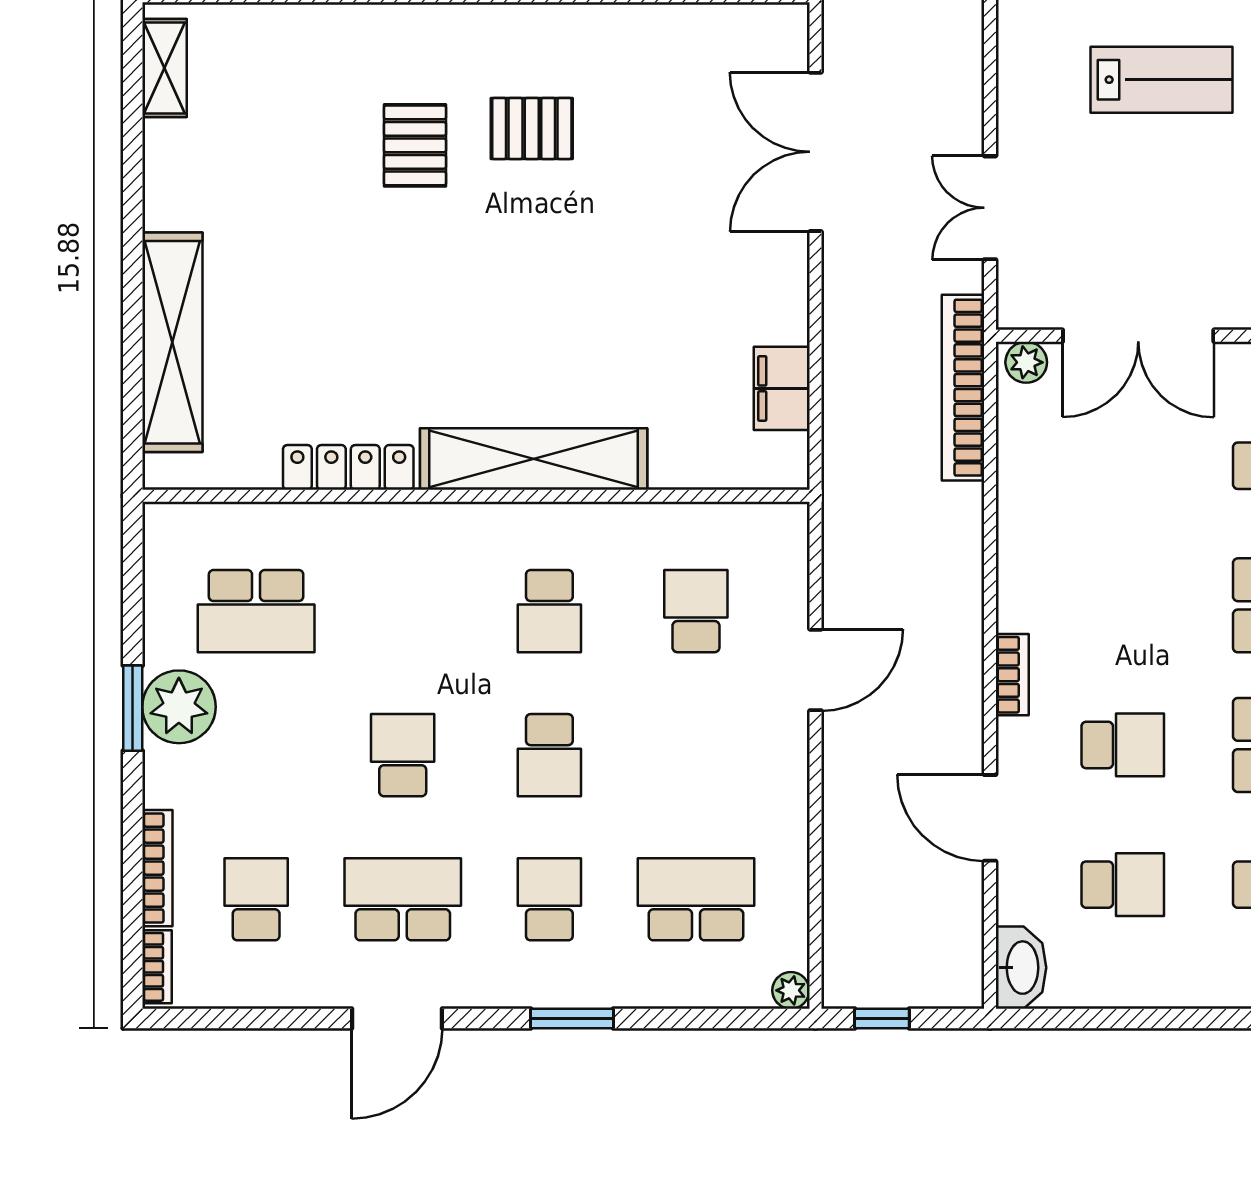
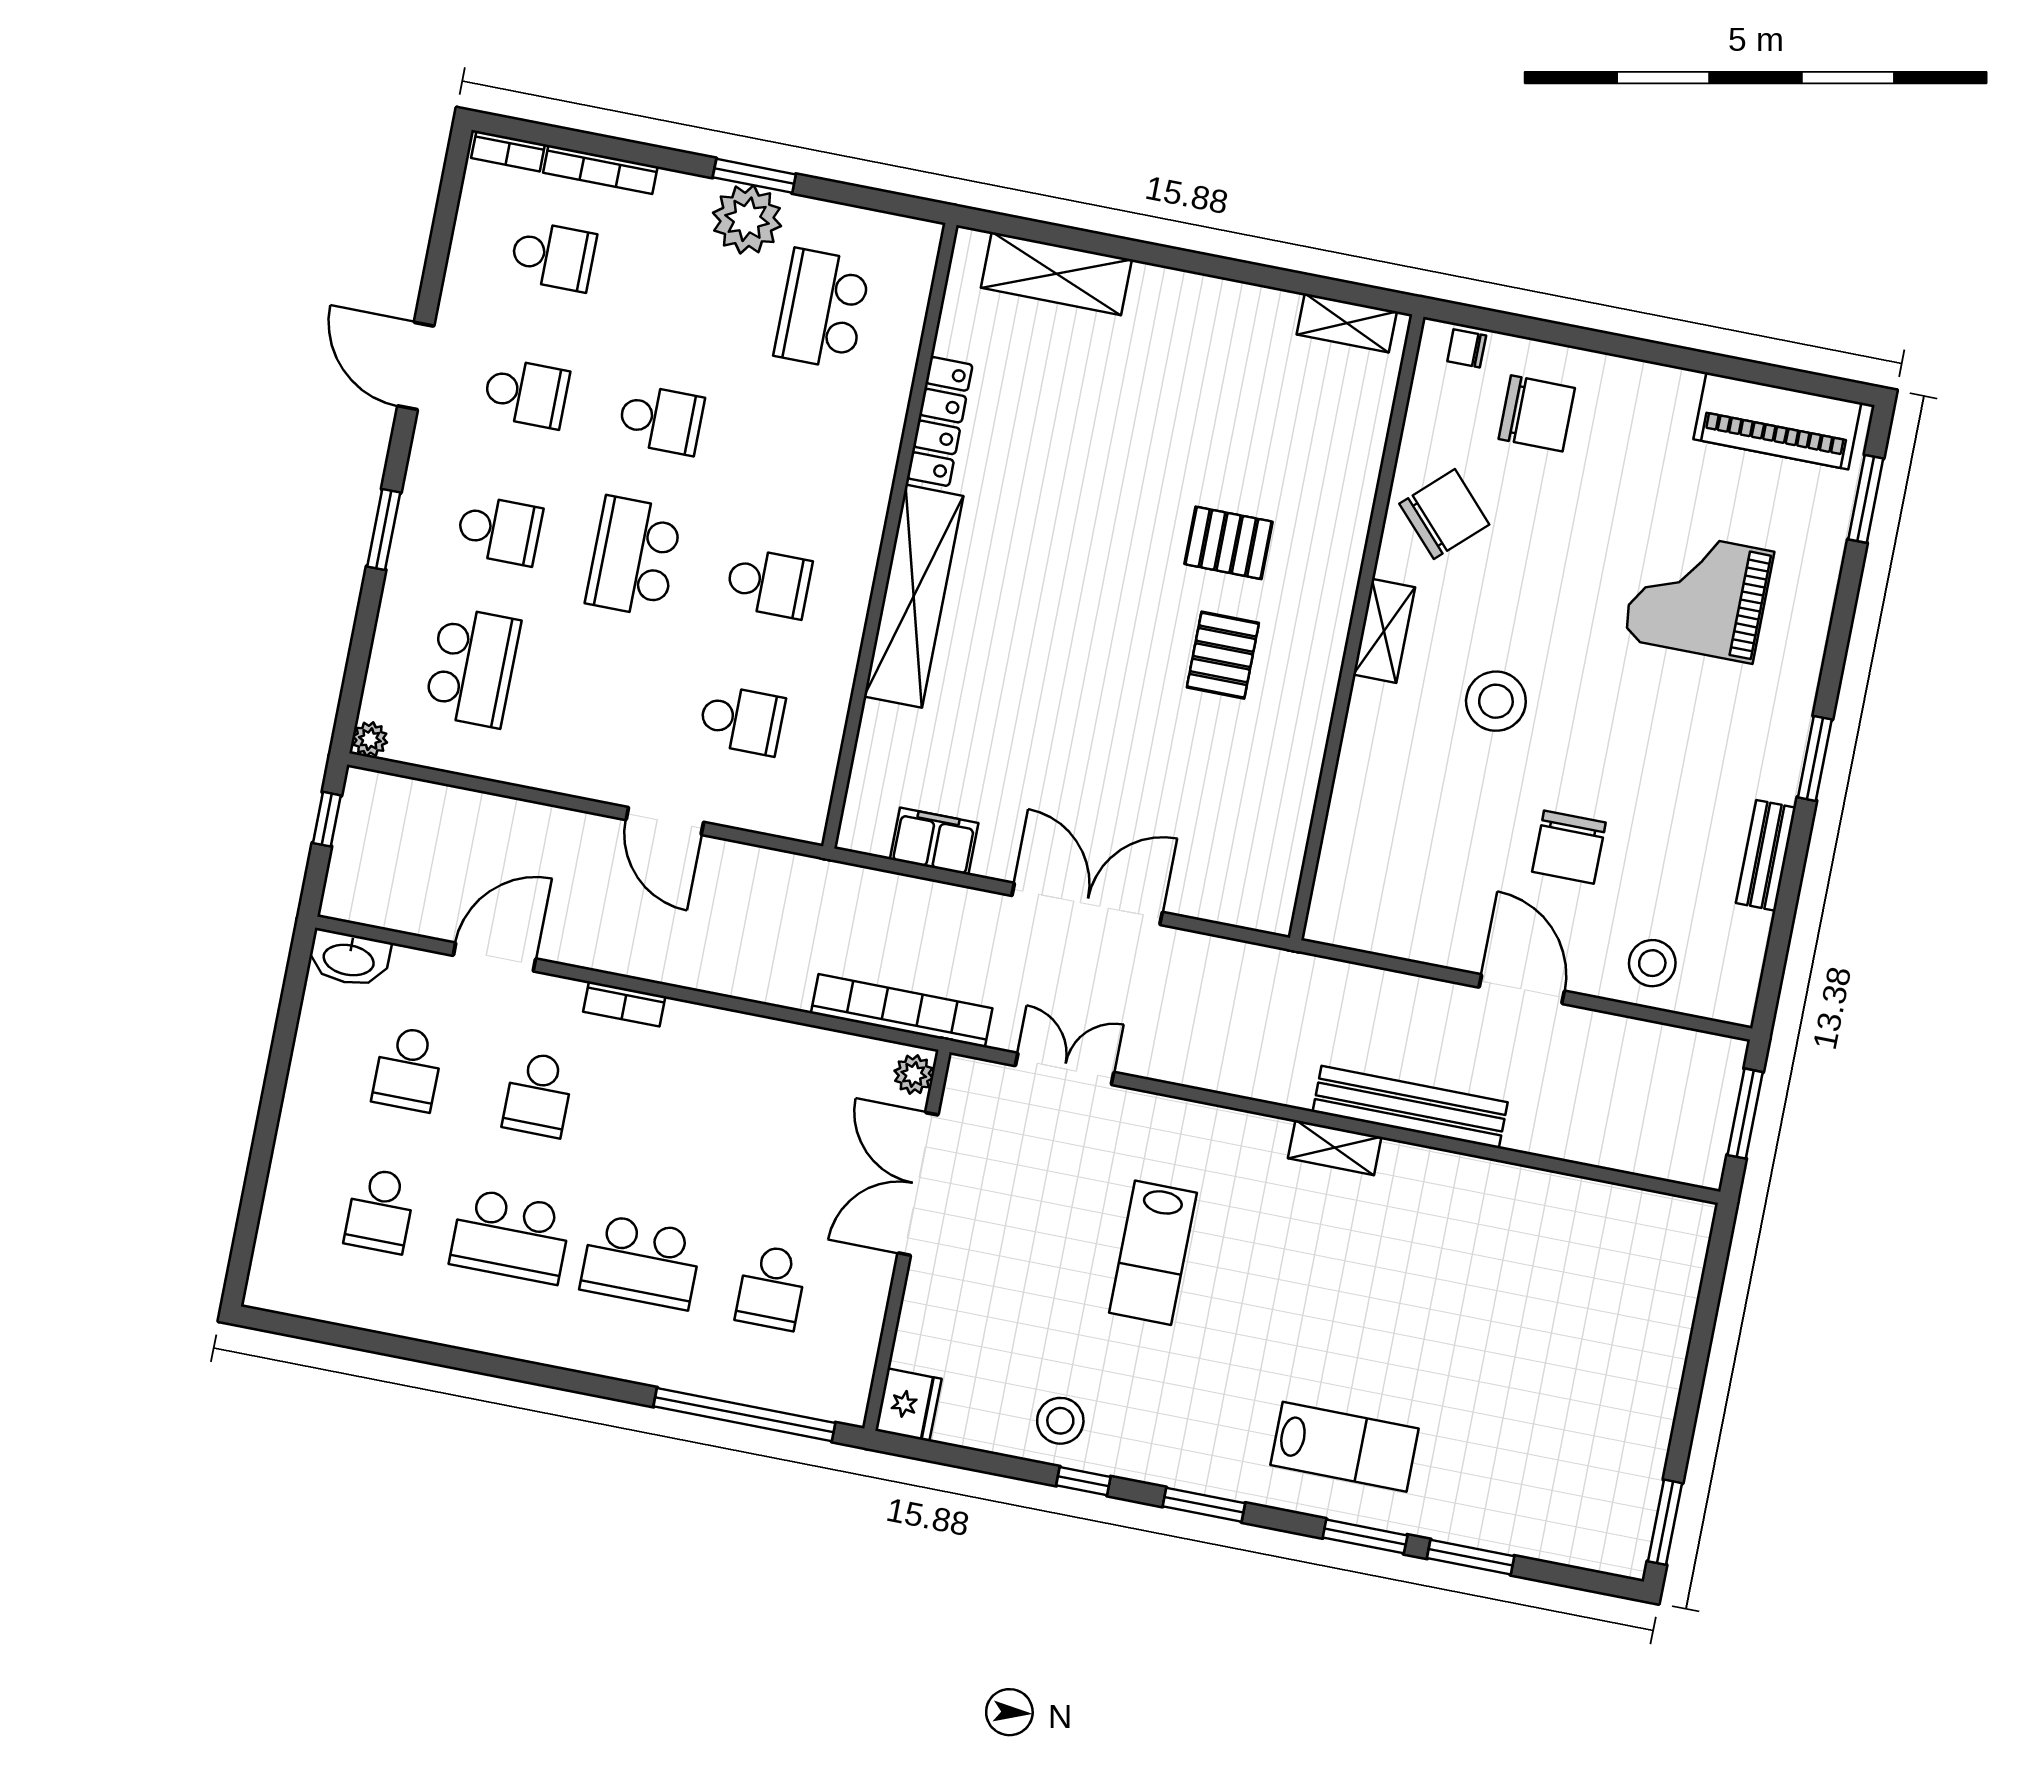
double door: (815, 152) -> (1087, 904), moved
shelving: (172, 342) -> (1056, 274), width x0.68
school desk: (549, 611) -> (769, 583), turned 180
school desk: (549, 755) -> (634, 557), width x1.85
school desk: (403, 899) -> (526, 393), width x0.54

